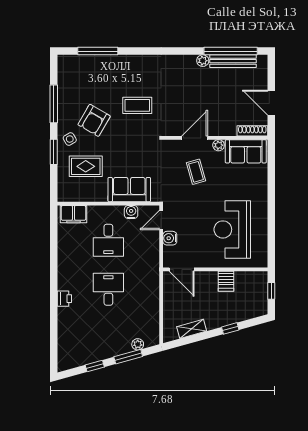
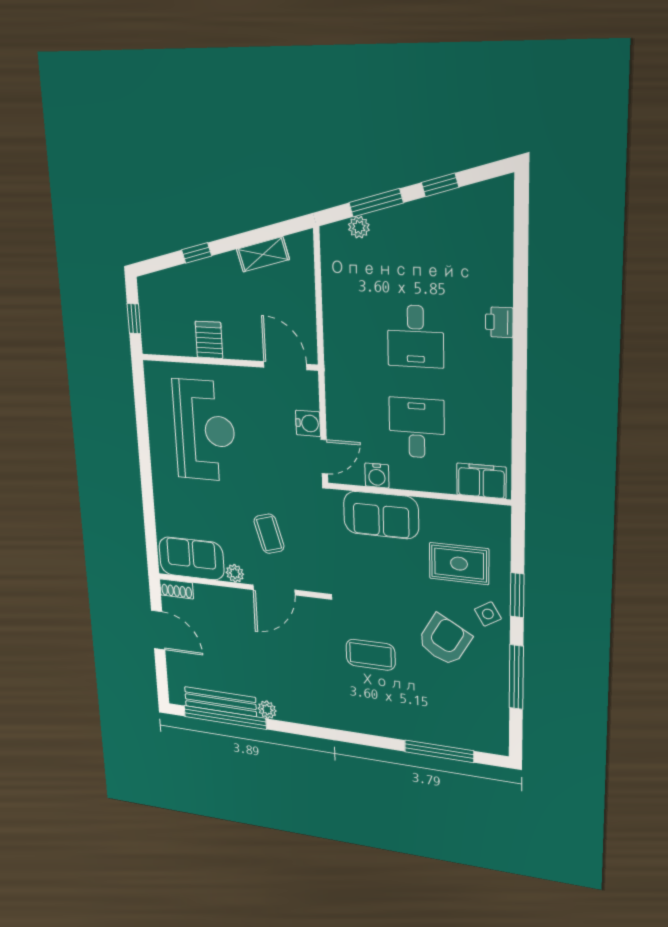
shoe rack: (252, 131) -> (177, 589), width x0.70

